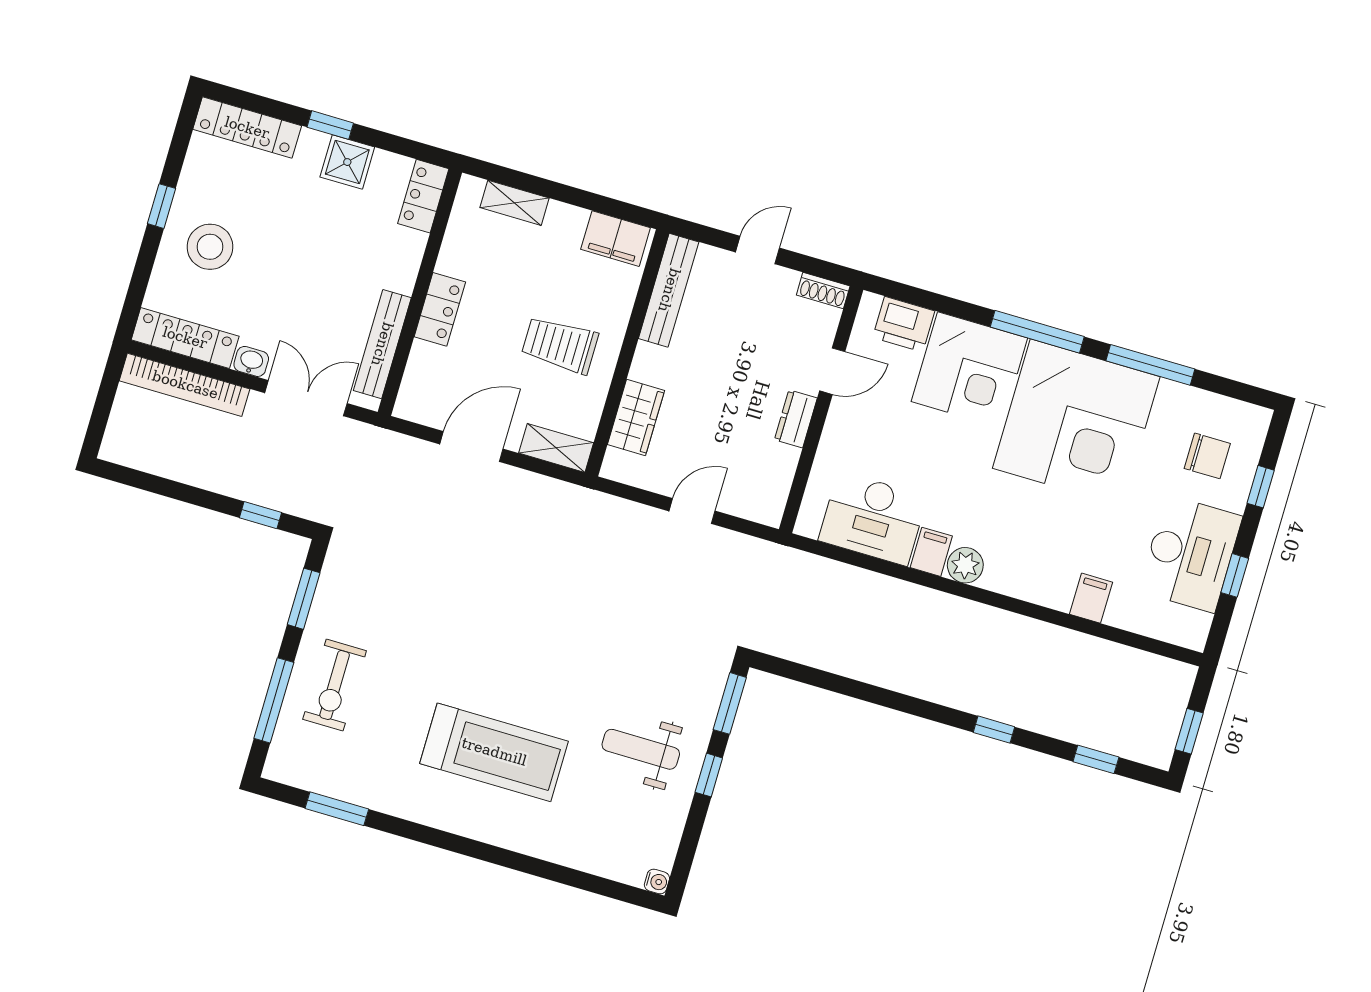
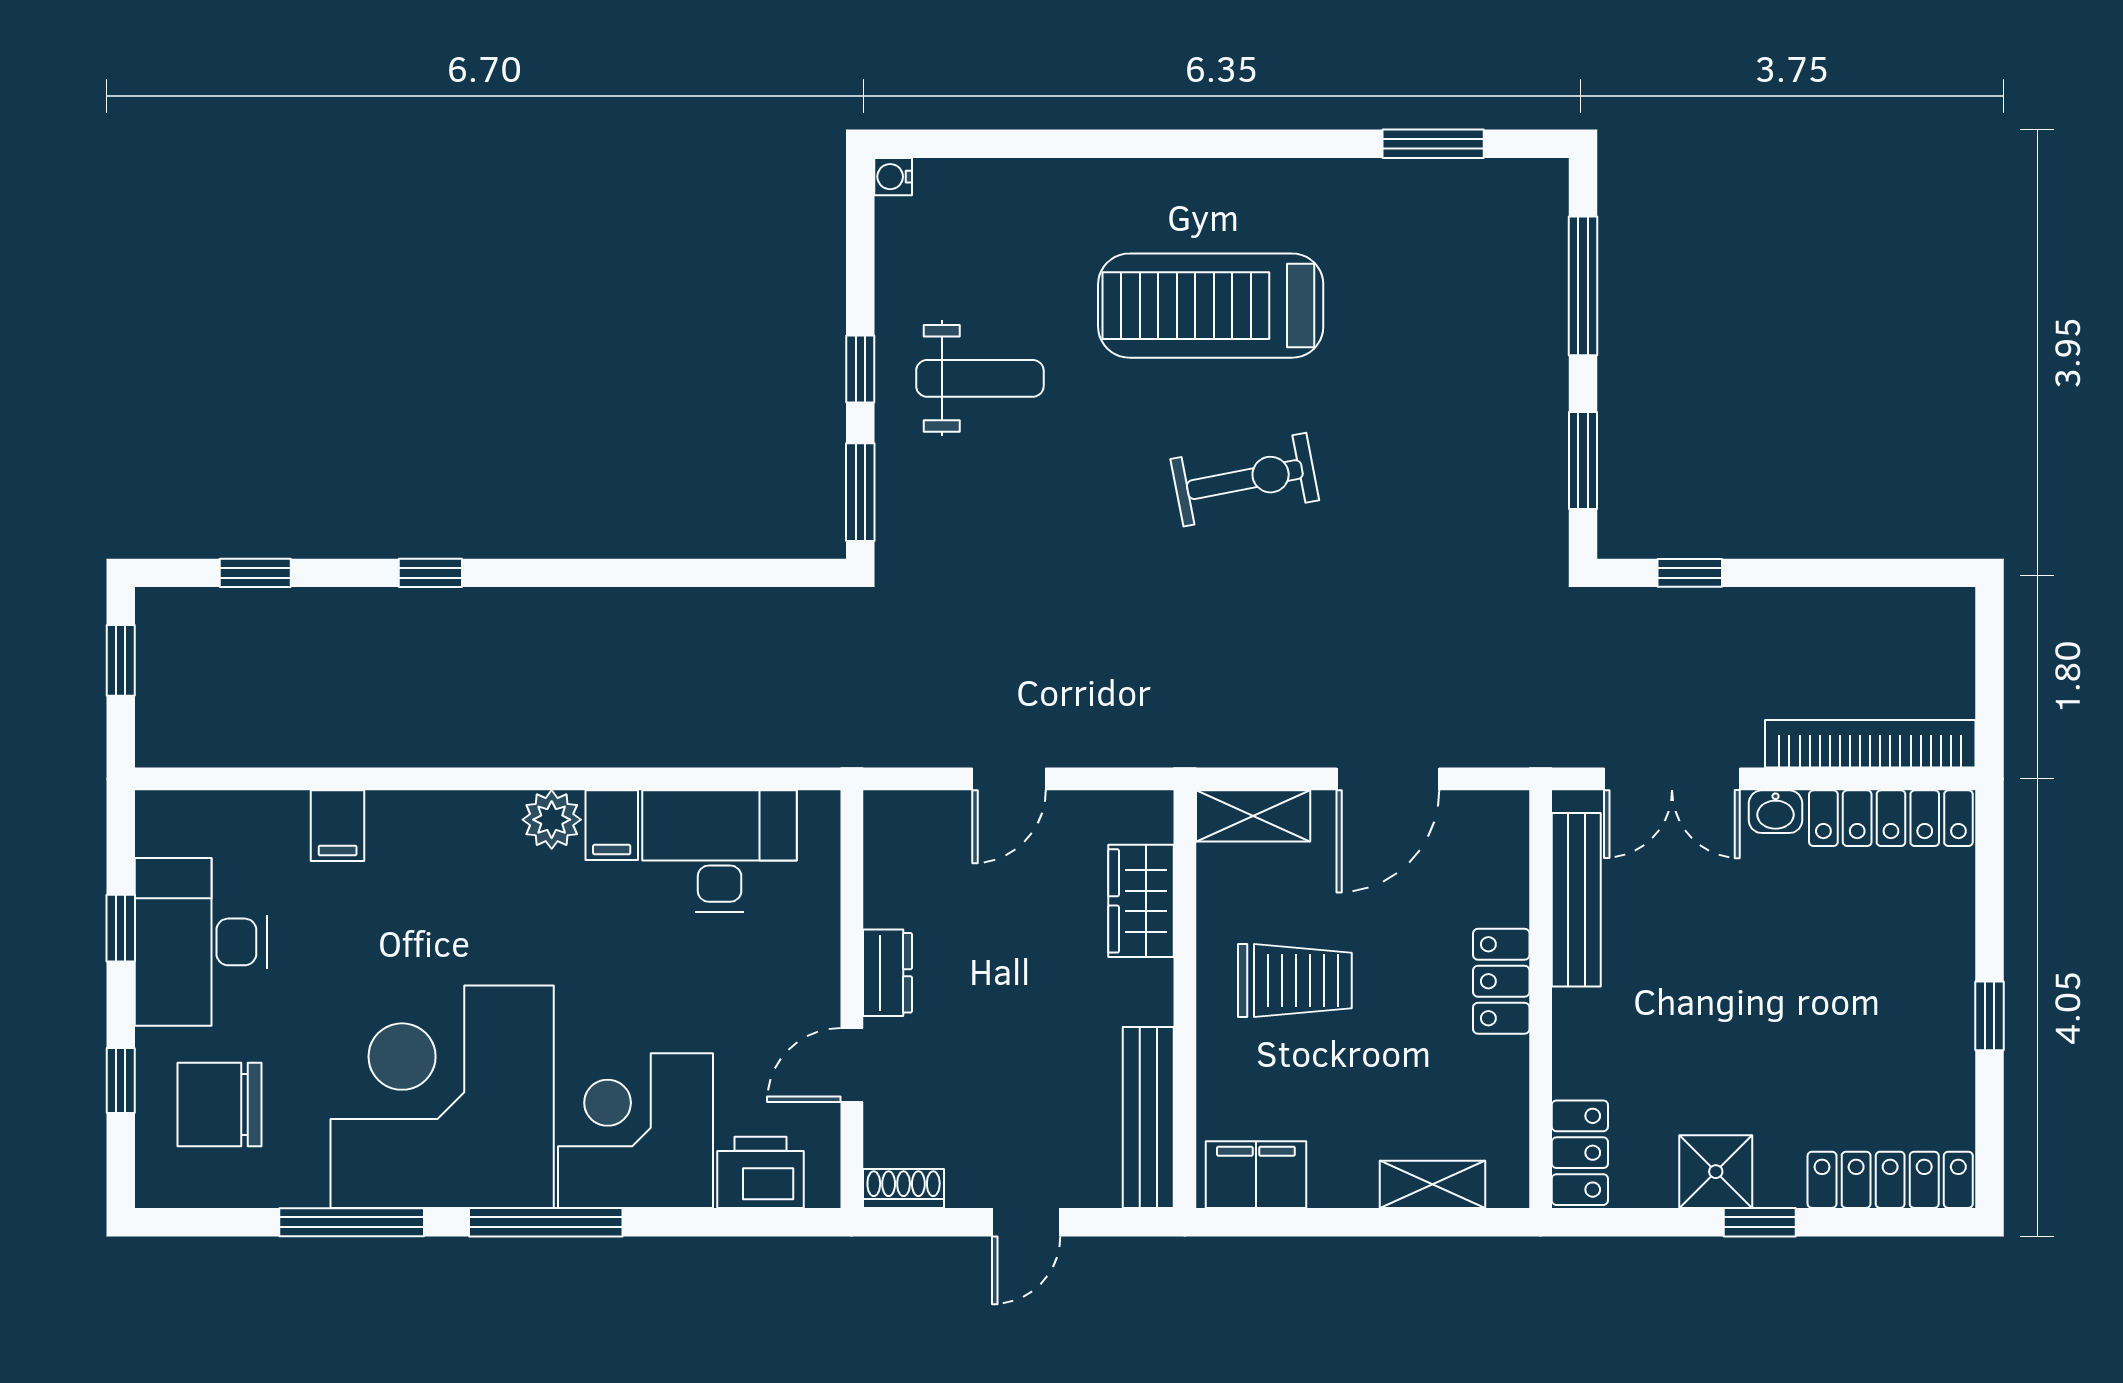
stool: (210, 247) -> (1894, 974), removed
chair: (1207, 456) -> (219, 1104), width x1.37, depth x1.37
exercise bike: (335, 685) -> (1245, 480), moved, turned 79

